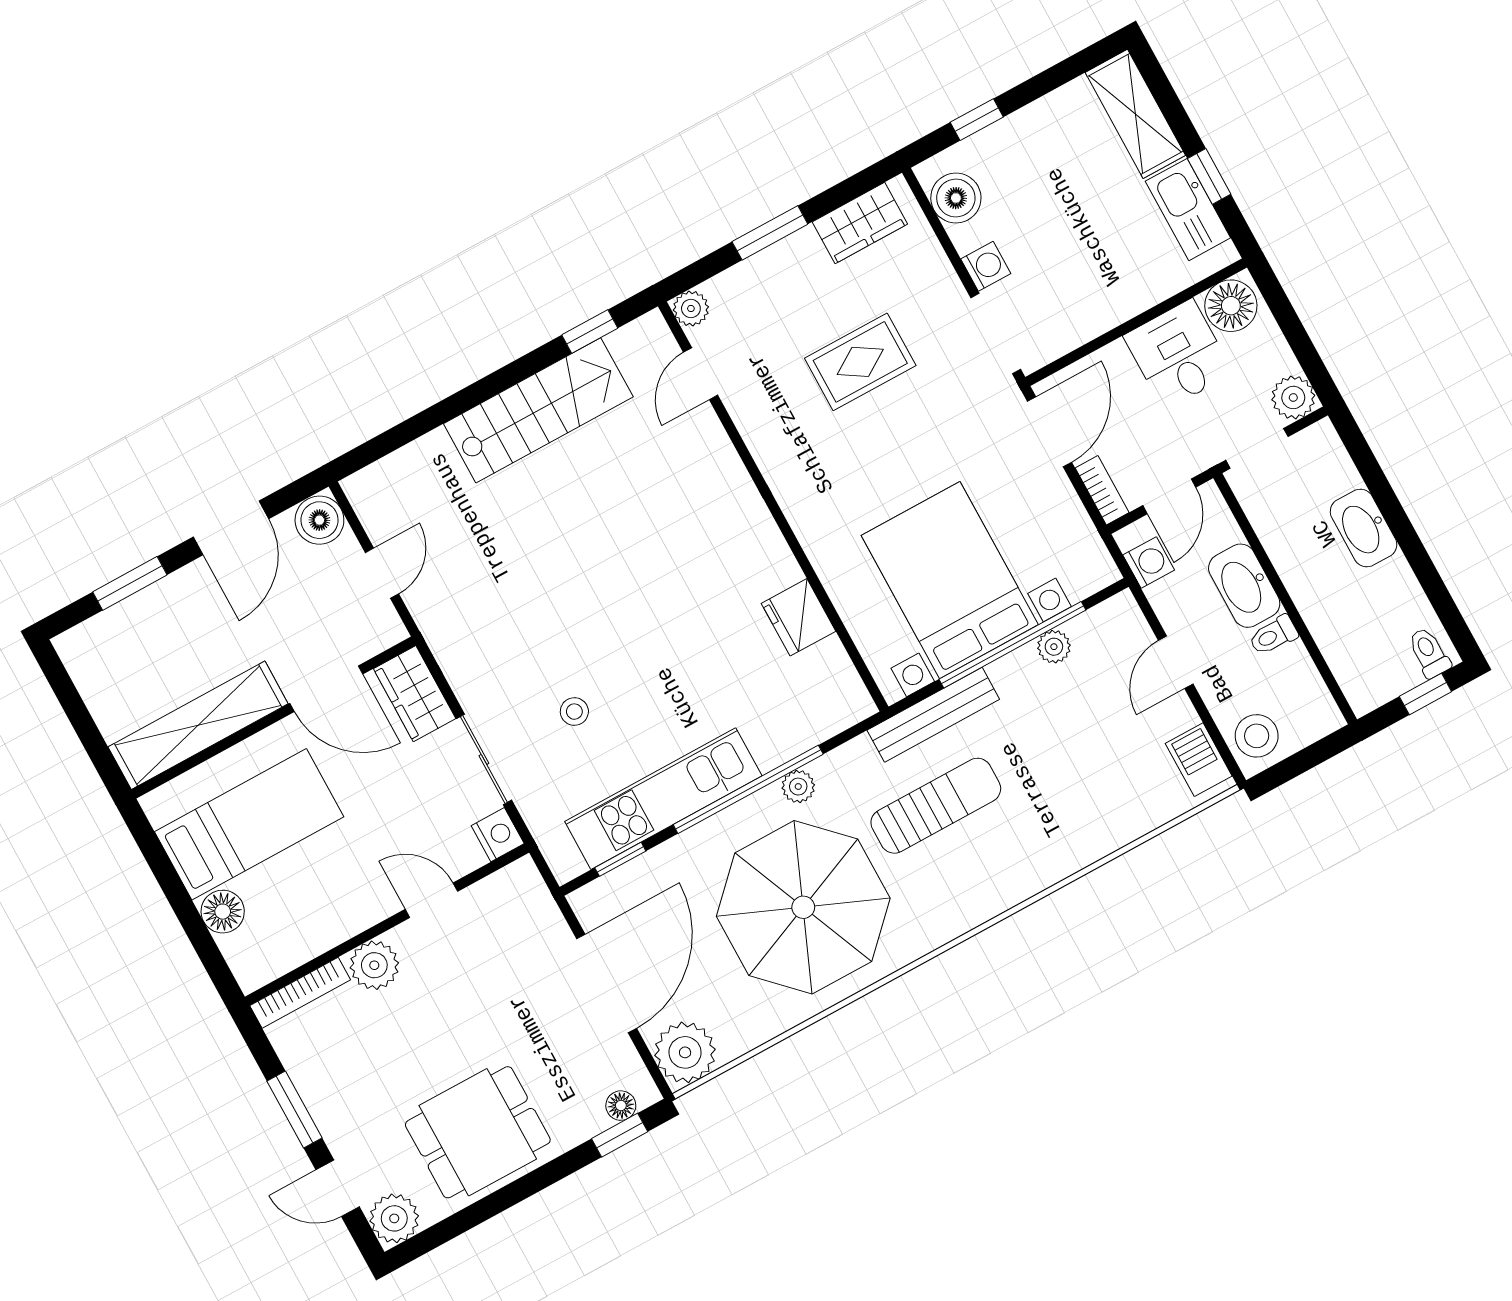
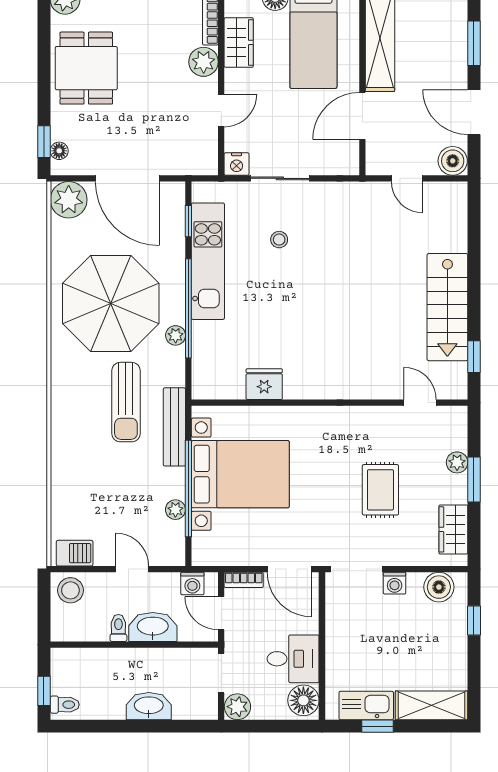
plant: (691, 309) -> (457, 462), moved
wardrobe: (415, 694) -> (239, 42), moved, turned 90

